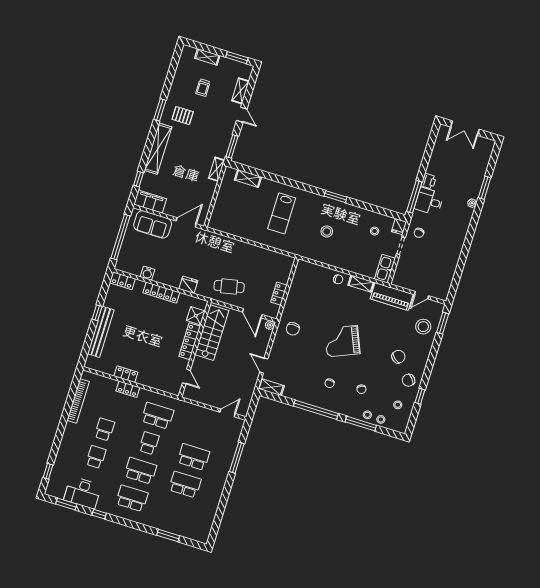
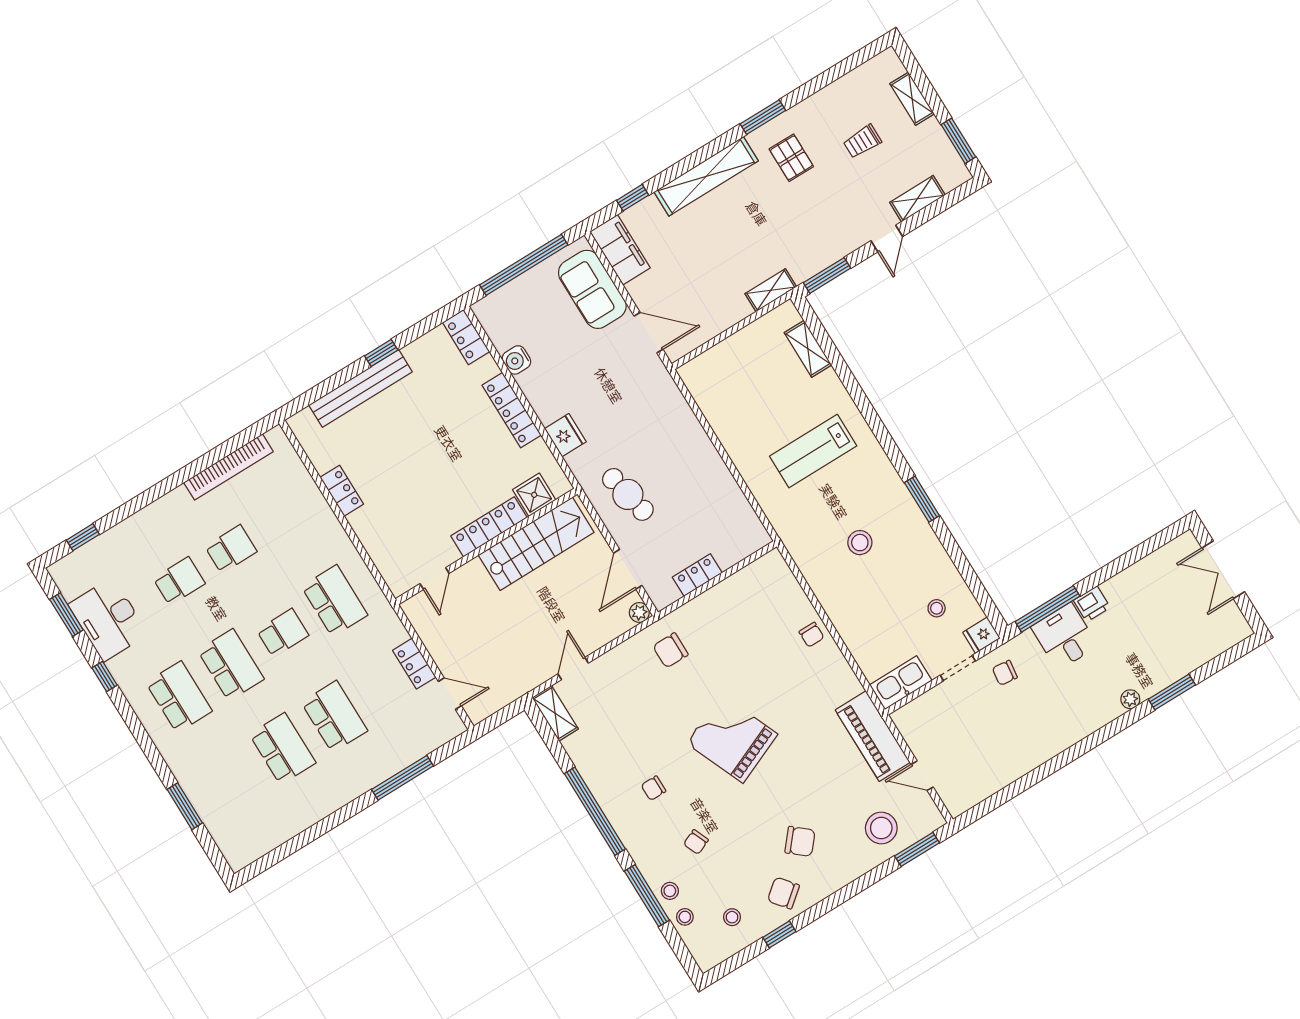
shelving: (361, 284) -> (842, 673), removed
locker: (128, 389) -> (414, 664), moved

